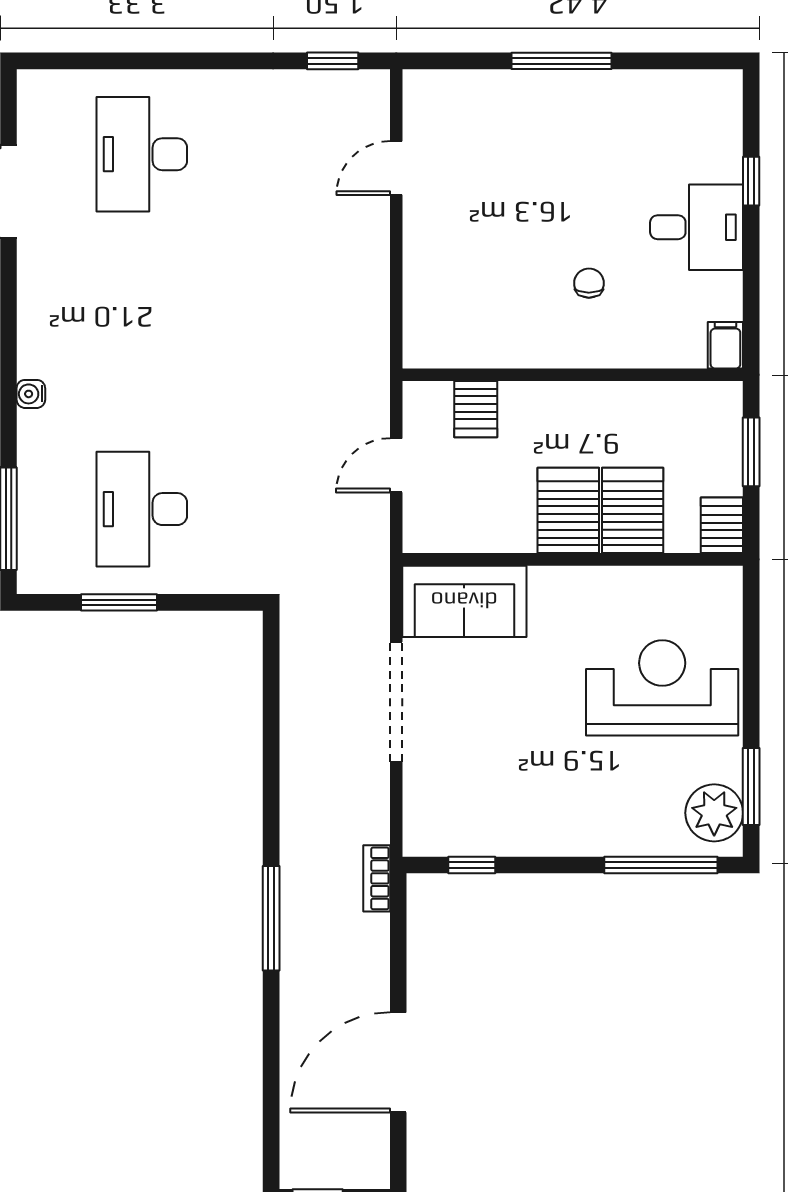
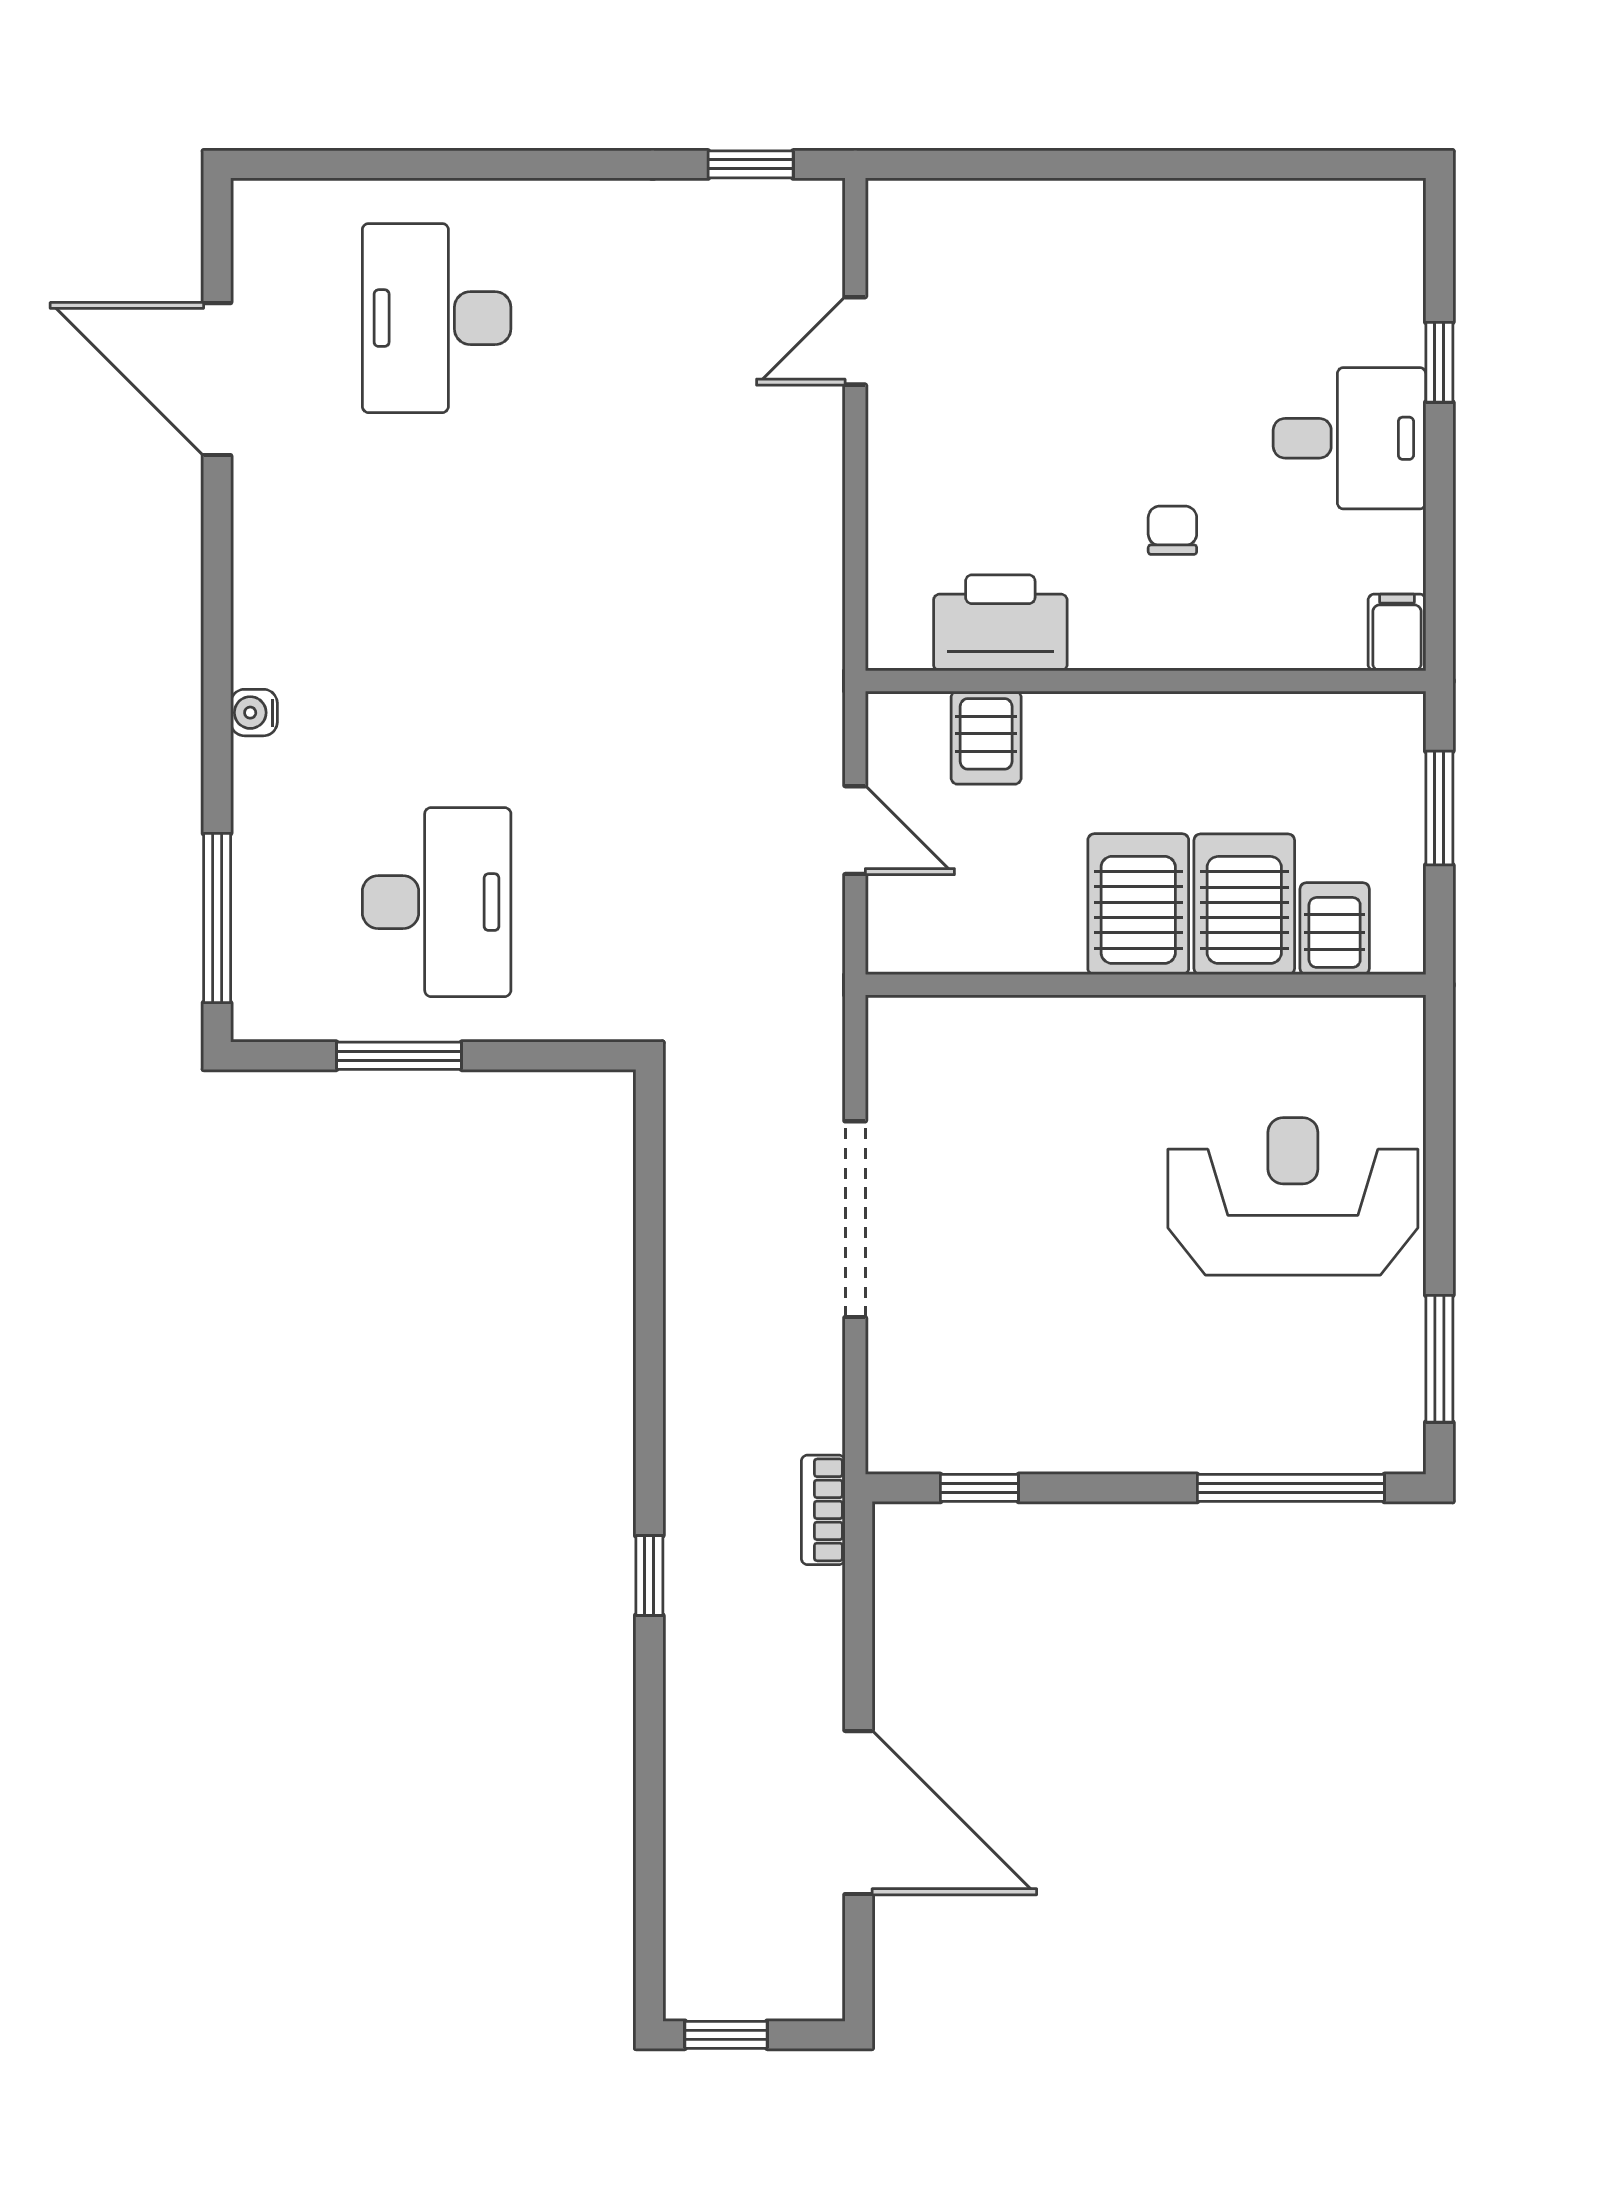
window: (562, 61) -> (1127, 164), removed
printer: (484, 339) -> (1000, 623), added
door: (396, 465) -> (855, 830), swing flipped
desk: (142, 509) -> (437, 902), turned 180
server rack: (722, 525) -> (1335, 929), moved
sofa: (464, 601) -> (967, 1054), removed
plant: (714, 813) -> (1379, 1402), removed
window: (271, 918) -> (649, 1575), width x0.46
door: (398, 1062) -> (859, 1813), swing flipped

